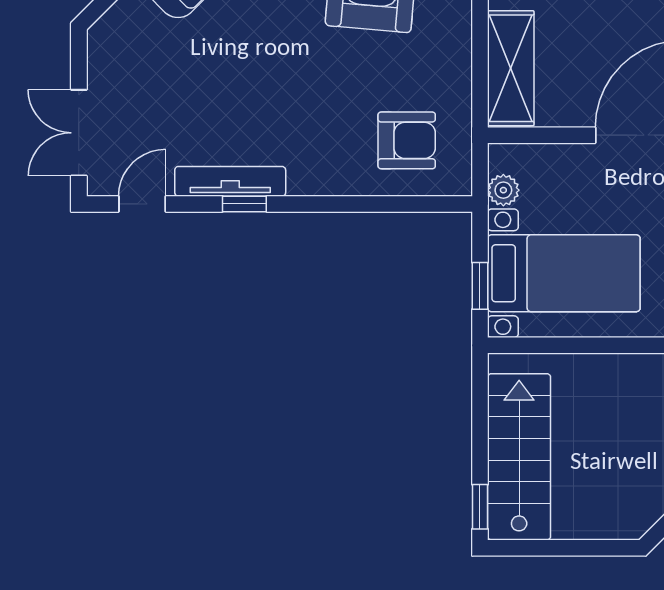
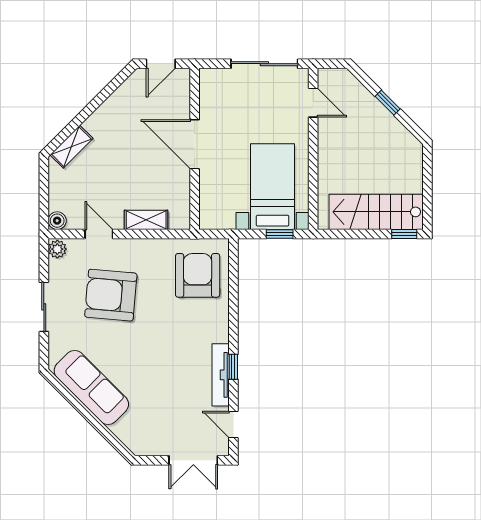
shelving: (511, 68) -> (146, 220), width x0.67, depth x0.75
armchair: (407, 140) -> (198, 275), width x1.36, depth x1.36
plant: (503, 190) -> (226, 221), removed

